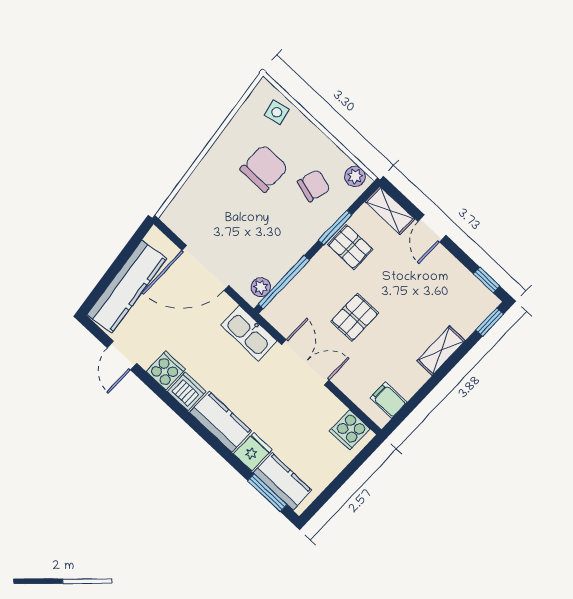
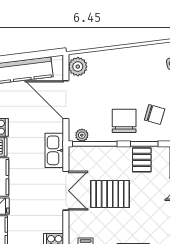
chair: (264, 168) -> (124, 121), moved, turned -90
plant: (181, 220) -> (78, 67), added
pallet: (355, 317) -> (110, 194), width x1.50, depth x1.42

